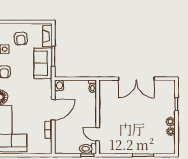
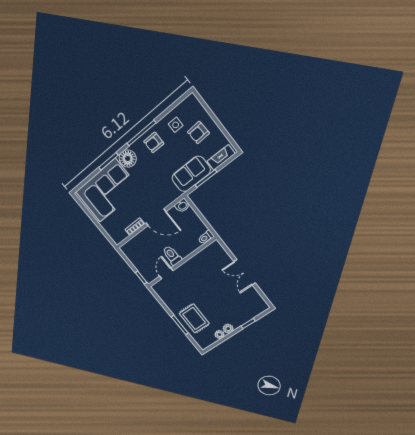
double door: (136, 79) -> (245, 272), width x0.73
rug: (146, 141) -> (194, 318), added
toilet: (88, 149) -> (172, 255), moved

